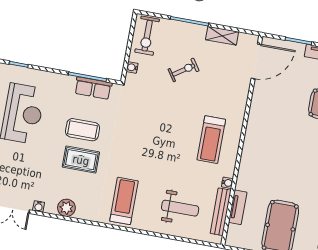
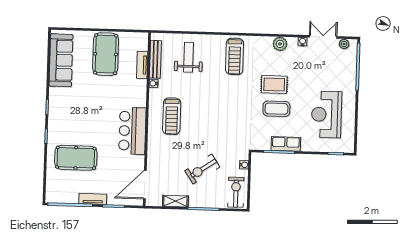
exercise bike: (184, 70) -> (202, 169), width x1.38, depth x1.39
row of seats: (93, 88) -> (286, 144), moved
bar counter: (262, 129) -> (132, 131), added
treadmill: (211, 140) -> (172, 116), turned 180
weight bench: (180, 208) -> (189, 57), turned 90

